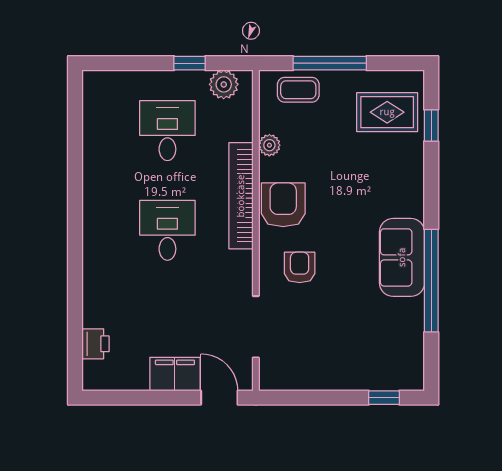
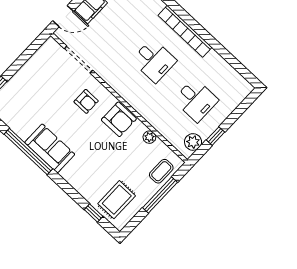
bookcase: (241, 196) -> (185, 31), moved, turned 180

